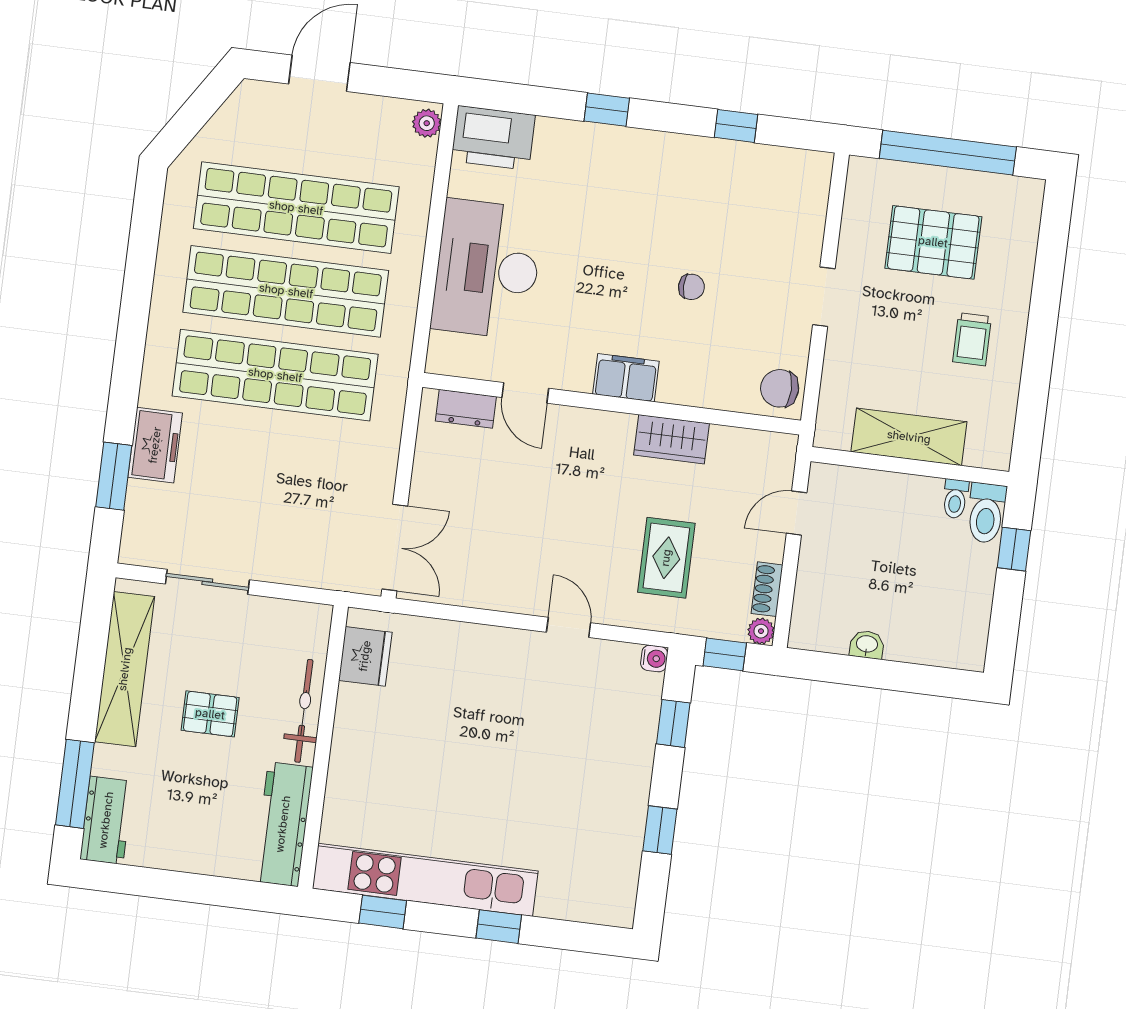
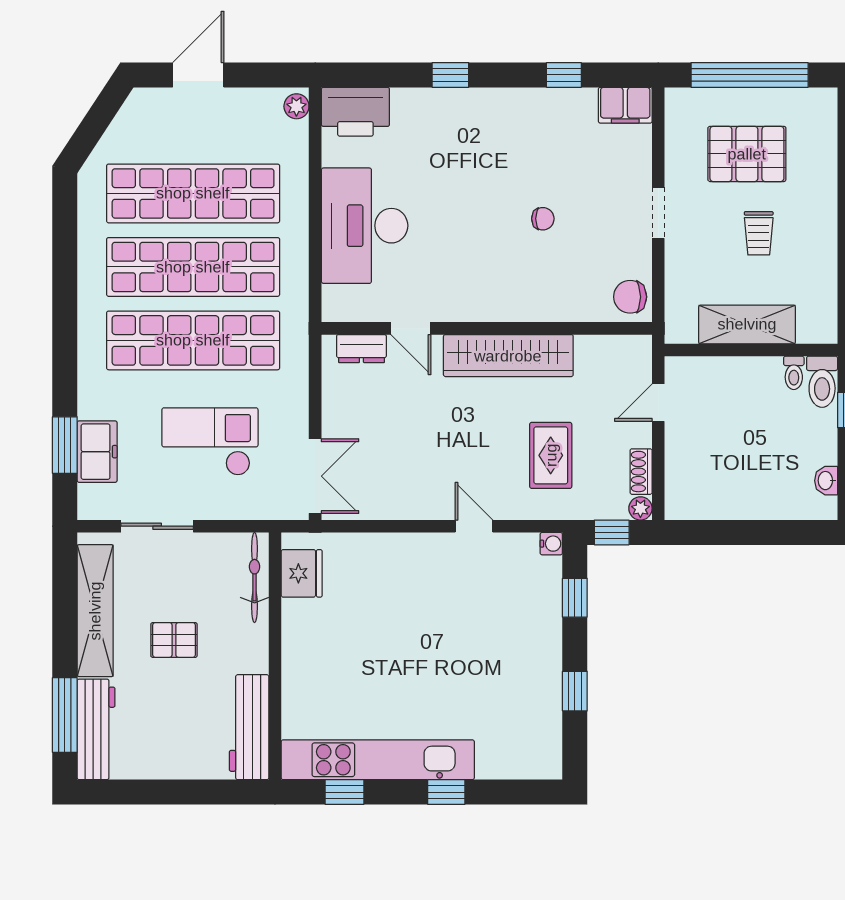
trolley: (972, 339) -> (759, 233), moved
filing cabinet: (626, 378) -> (625, 105), moved, turned 180
wardrobe: (672, 439) -> (508, 356), width x2.10, depth x1.17
freezer: (155, 445) -> (97, 452), moved
checkout: (280, 493) -> (210, 442), added
washbasin: (867, 645) -> (826, 481), moved, turned -90
bicycle: (304, 711) -> (255, 578), moved
workbench: (106, 820) -> (96, 729), width x1.38

